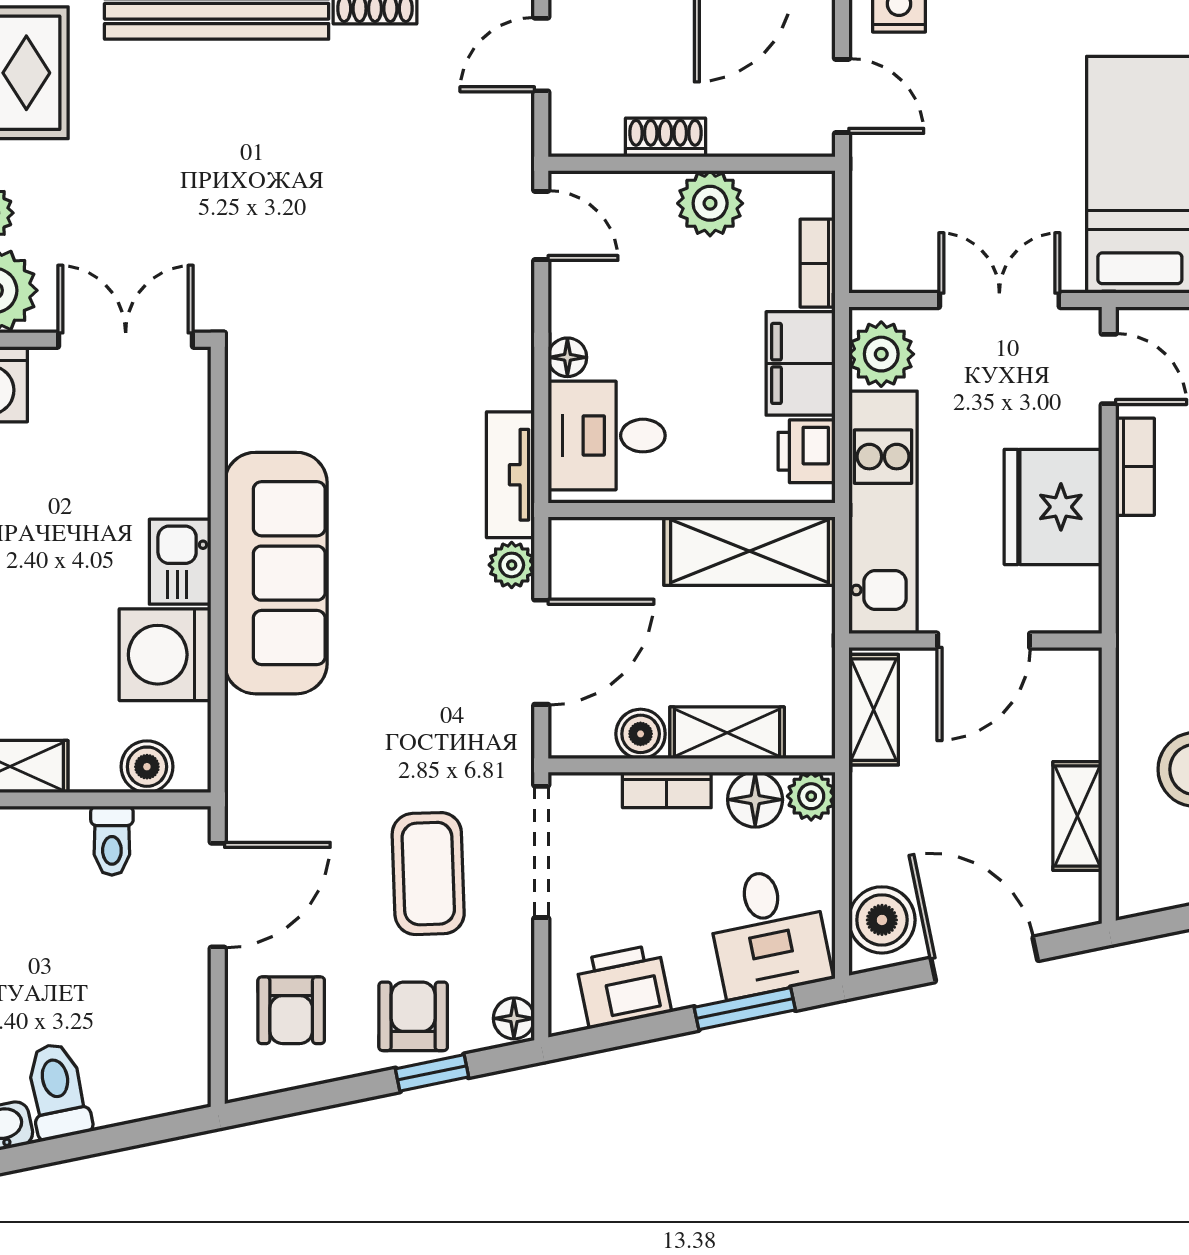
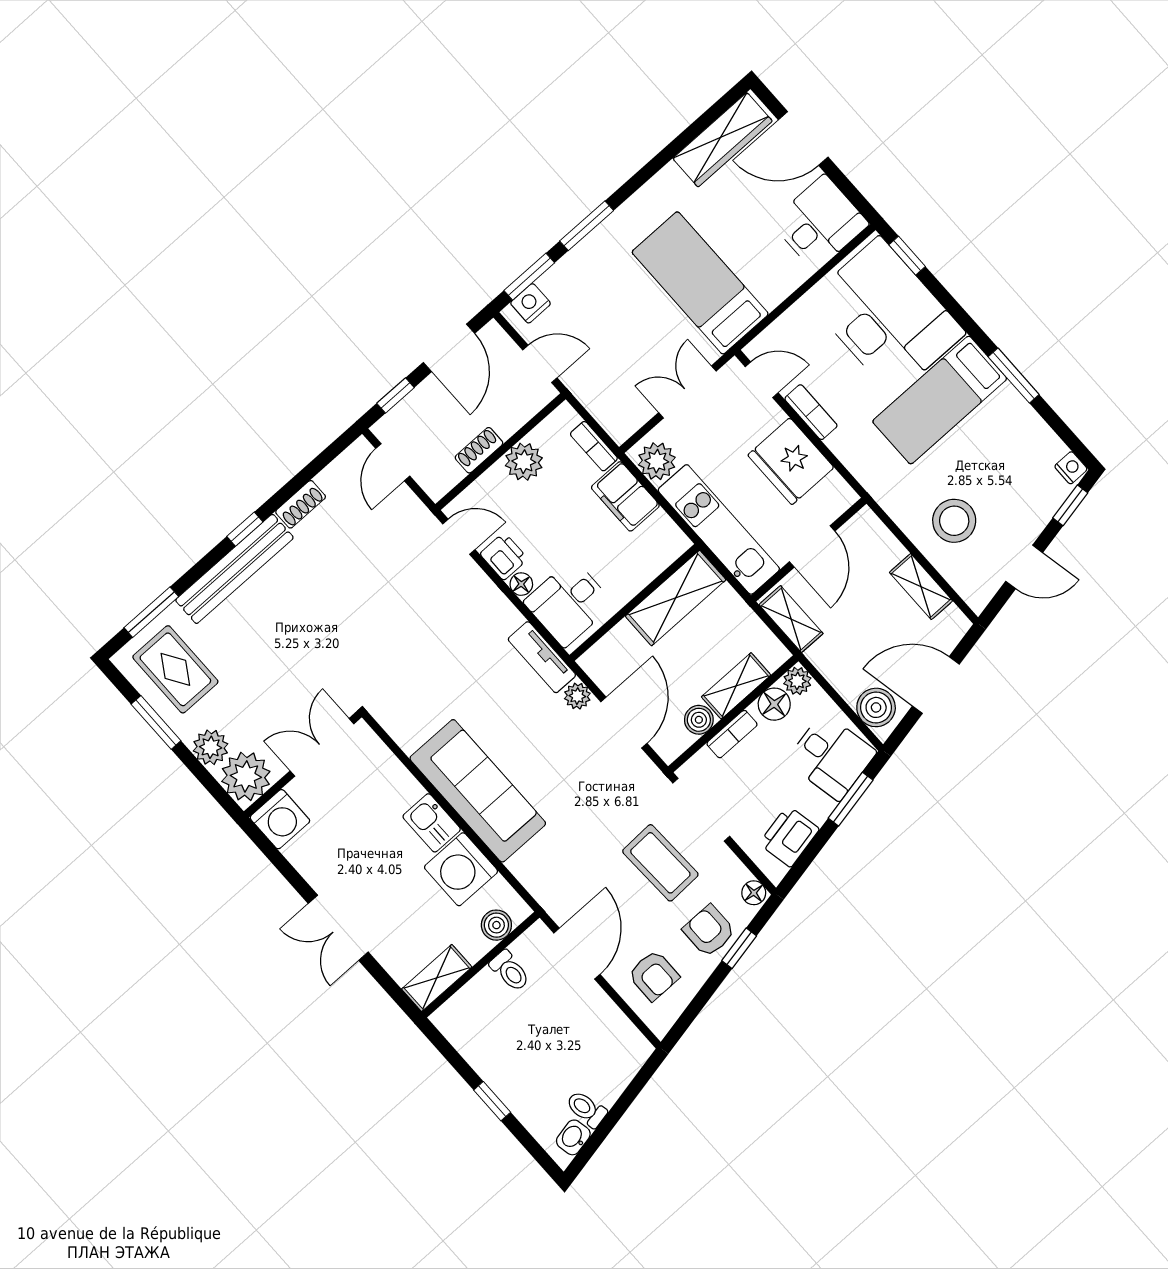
printer: (807, 451) -> (504, 556), moved, turned 180
toilet: (58, 1091) -> (586, 1109), width x0.73, depth x0.72

